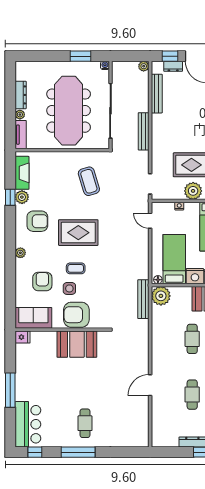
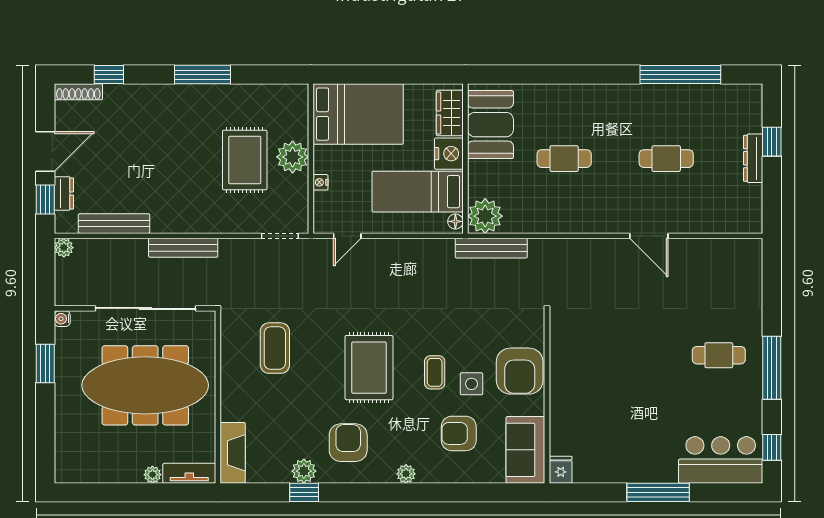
dresser: (21, 95) -> (117, 473), removed
fireplace: (22, 173) -> (233, 453), moved, turned 90
coffee table: (89, 181) -> (275, 348), turned -73
booth: (77, 344) -> (574, 370), removed

